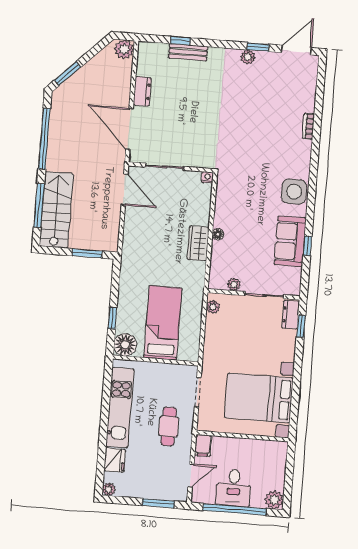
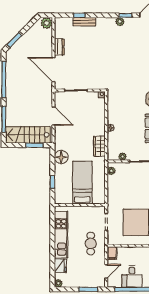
door: (125, 190) -> (53, 116), moved
stairs: (56, 210) -> (28, 135), moved, turned -90
wardrobe: (198, 243) -> (99, 146), moved
floor lamp: (125, 345) -> (61, 157), moved

